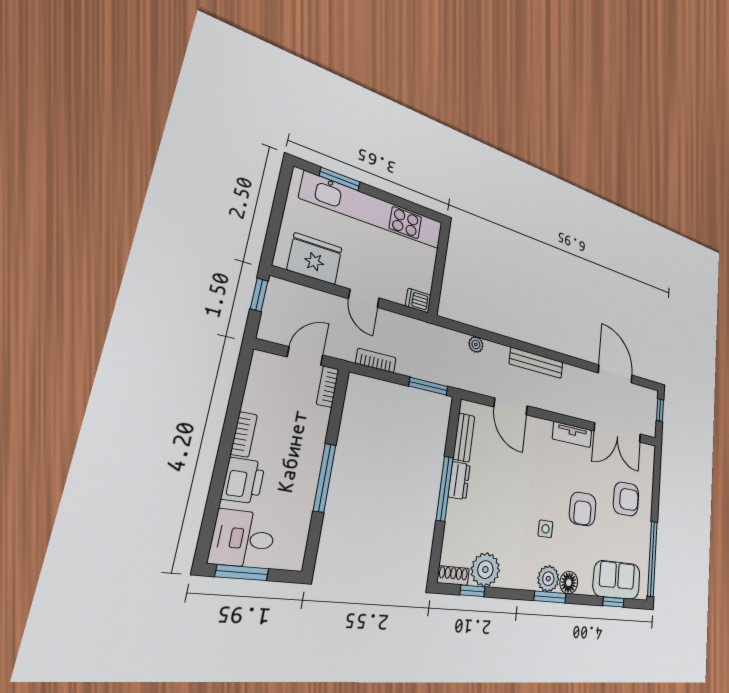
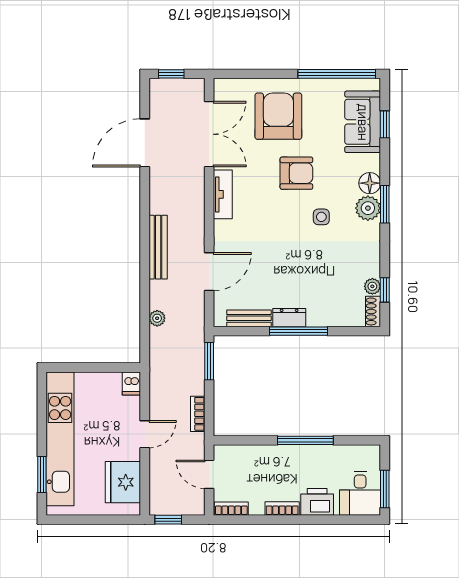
bookcase: (328, 387) -> (231, 509), moved, turned 180
armchair: (626, 499) -> (278, 116), width x1.36, depth x1.36
plant: (485, 570) -> (372, 286), width x0.53, depth x0.53

